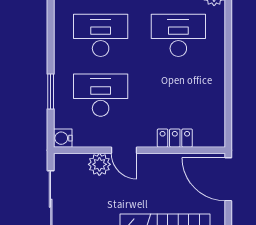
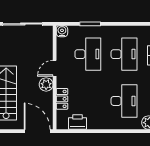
printer: (213, 112) -> (78, 122), added
plant: (99, 164) -> (46, 84), moved
door: (228, 179) -> (37, 131), hinge flipped

